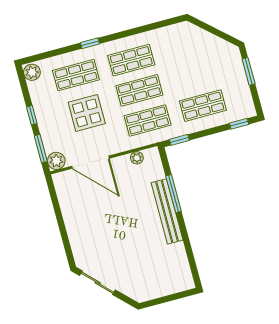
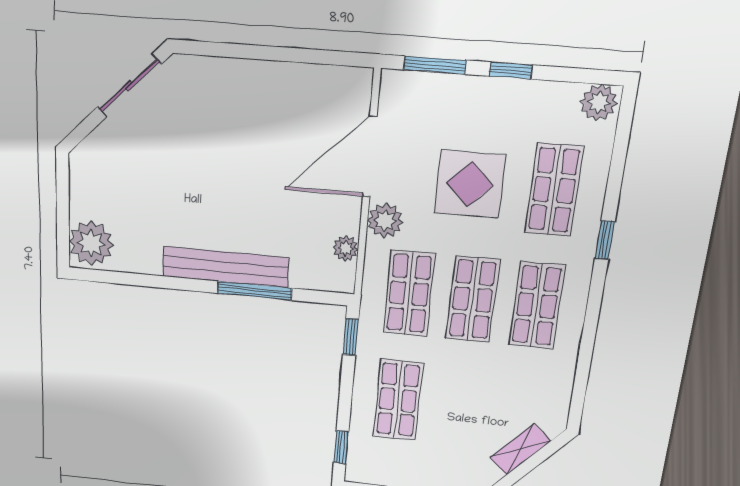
shelving: (206, 38) -> (520, 449), added
plant: (56, 161) -> (385, 221), moved
plant: (179, 280) -> (91, 243), added

